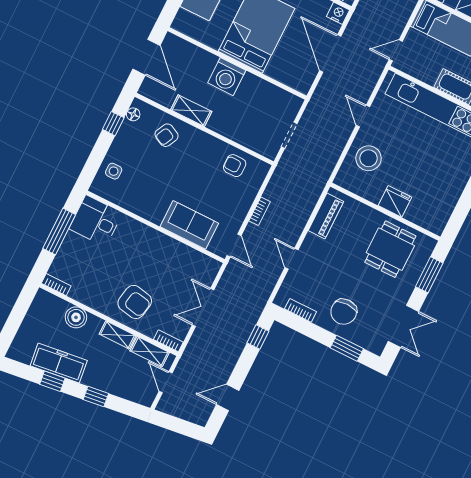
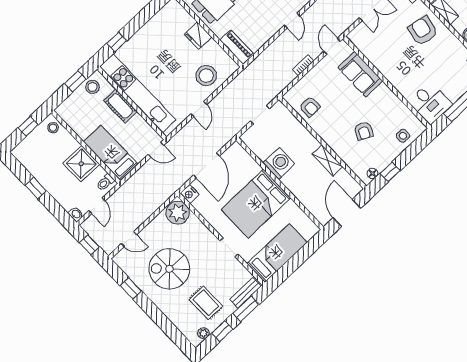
washing machine: (227, 77) -> (279, 163), moved
armchair: (167, 135) -> (364, 131), moved, turned 90
piano: (326, 216) -> (237, 47), moved, turned 90

